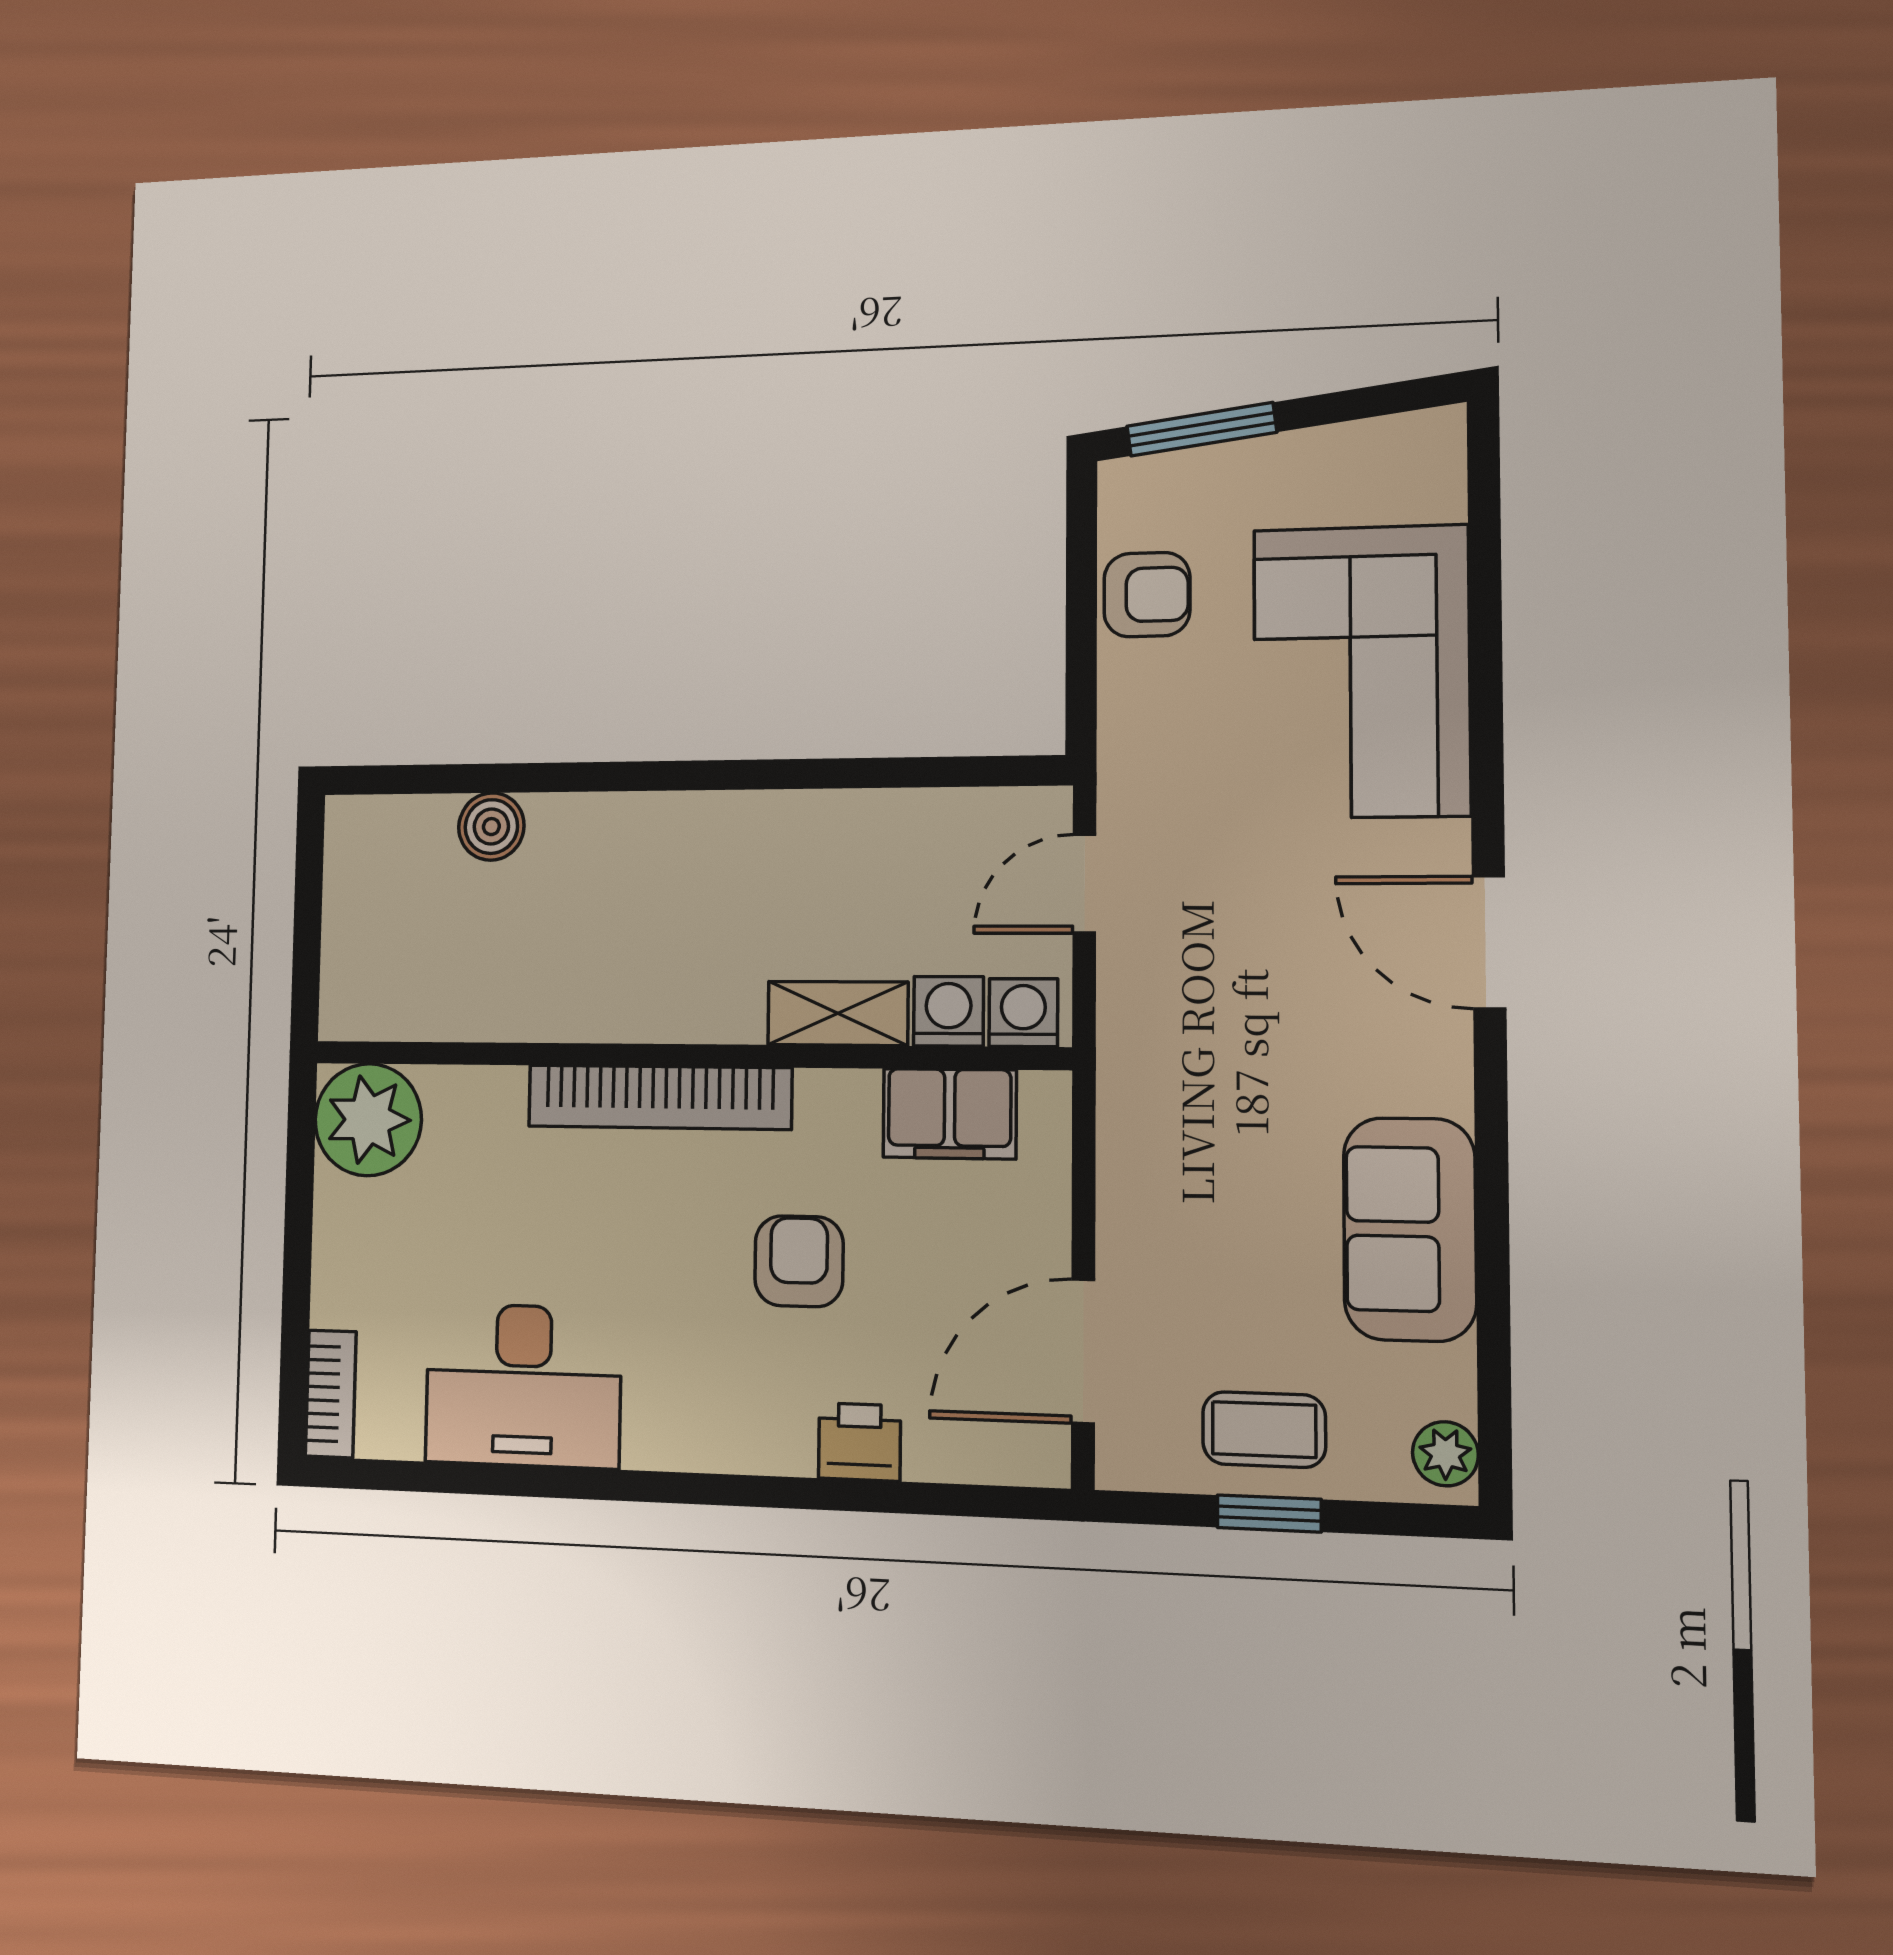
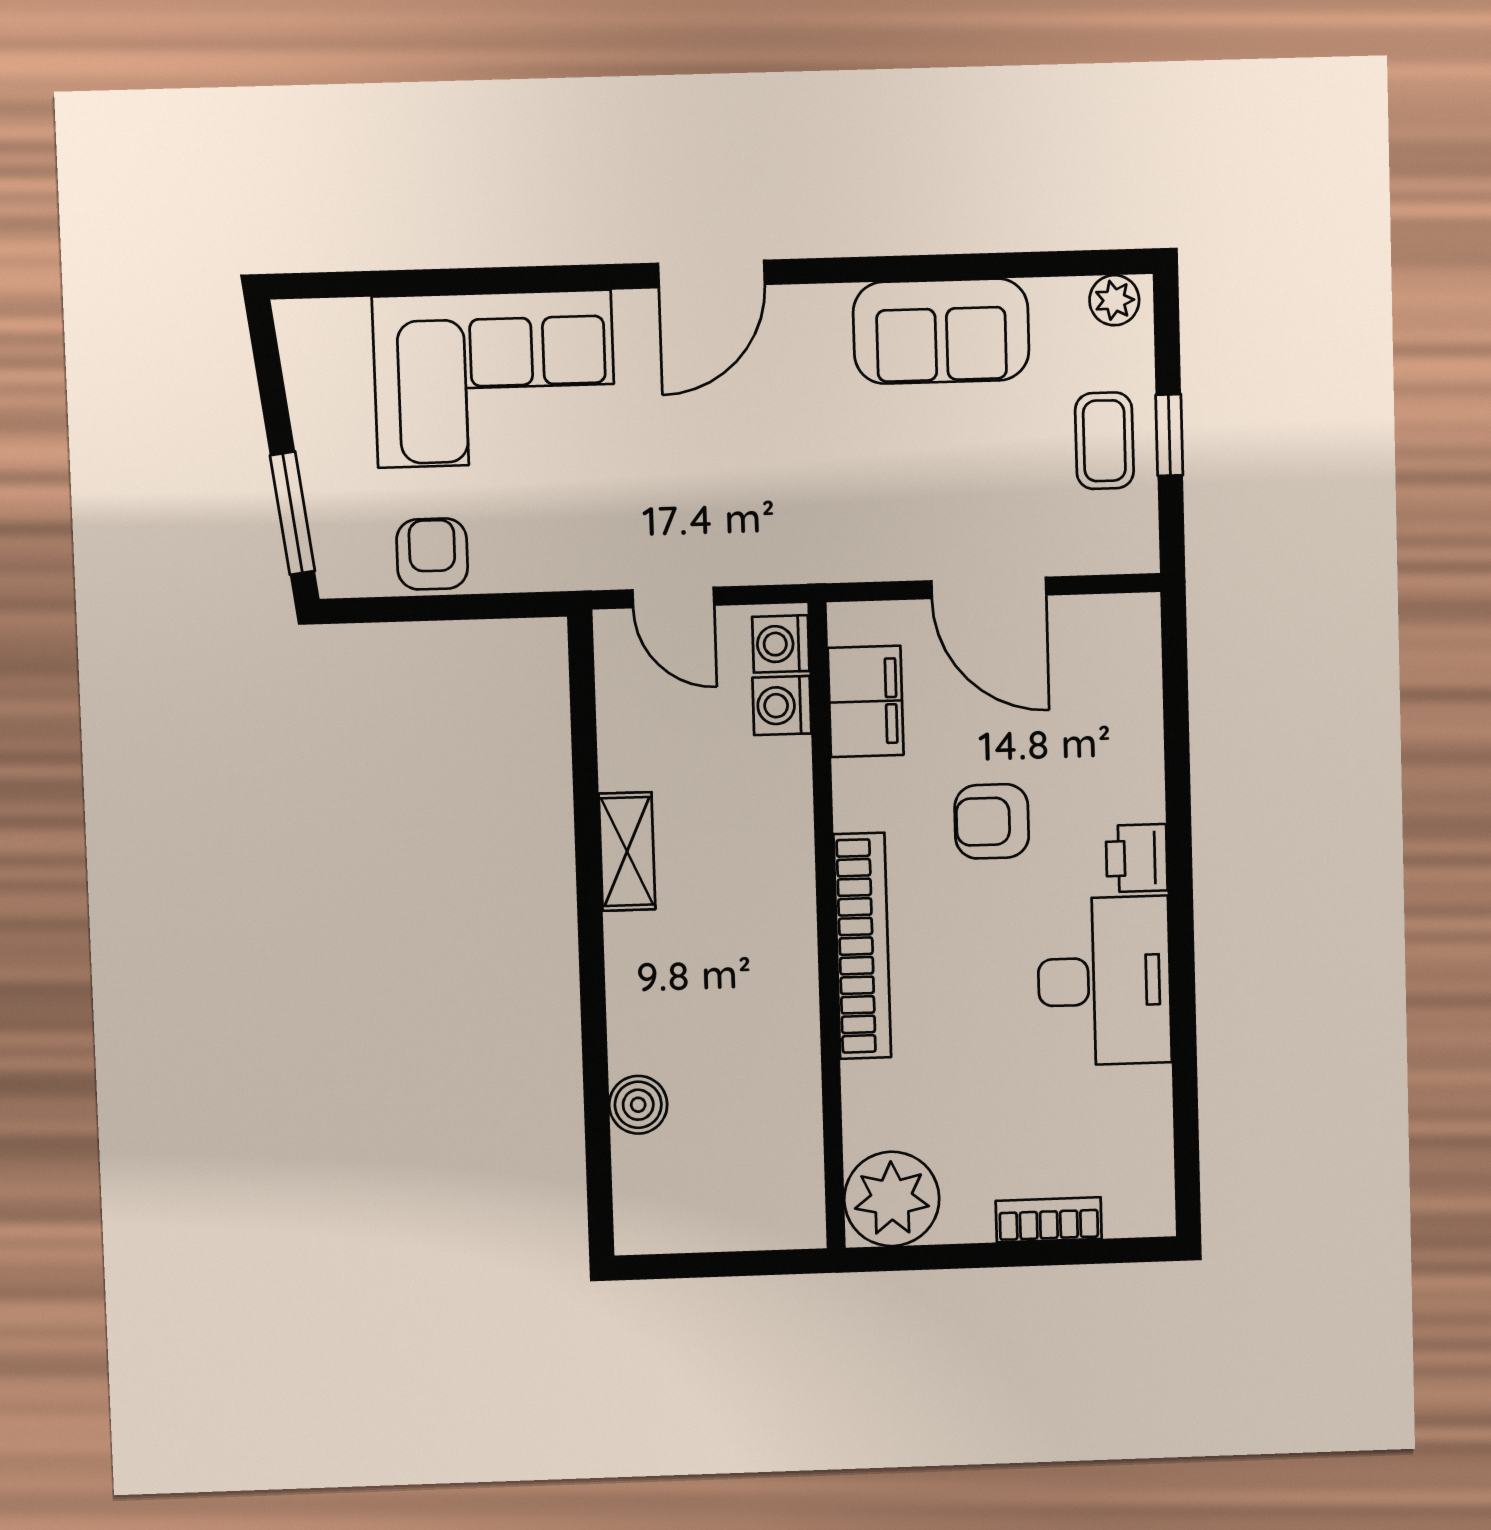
shelving: (838, 1013) -> (627, 851), moved
door: (1083, 1351) -> (989, 588), moved
desk: (523, 1385) -> (1104, 981), moved
bookcase: (331, 1394) -> (1049, 1220), moved
printer: (859, 1442) -> (1137, 858), moved

